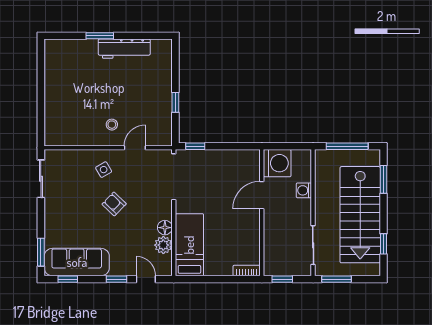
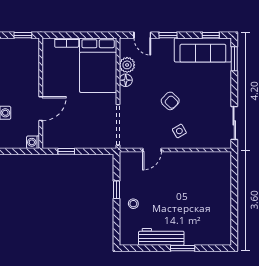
stool: (112, 125) -> (133, 204), moved
window: (195, 146) -> (66, 151), moved
washing machine: (277, 163) -> (33, 142), width x0.53, depth x0.53
bed: (189, 245) -> (98, 65), width x1.50
bookcase: (247, 270) -> (67, 43), moved

